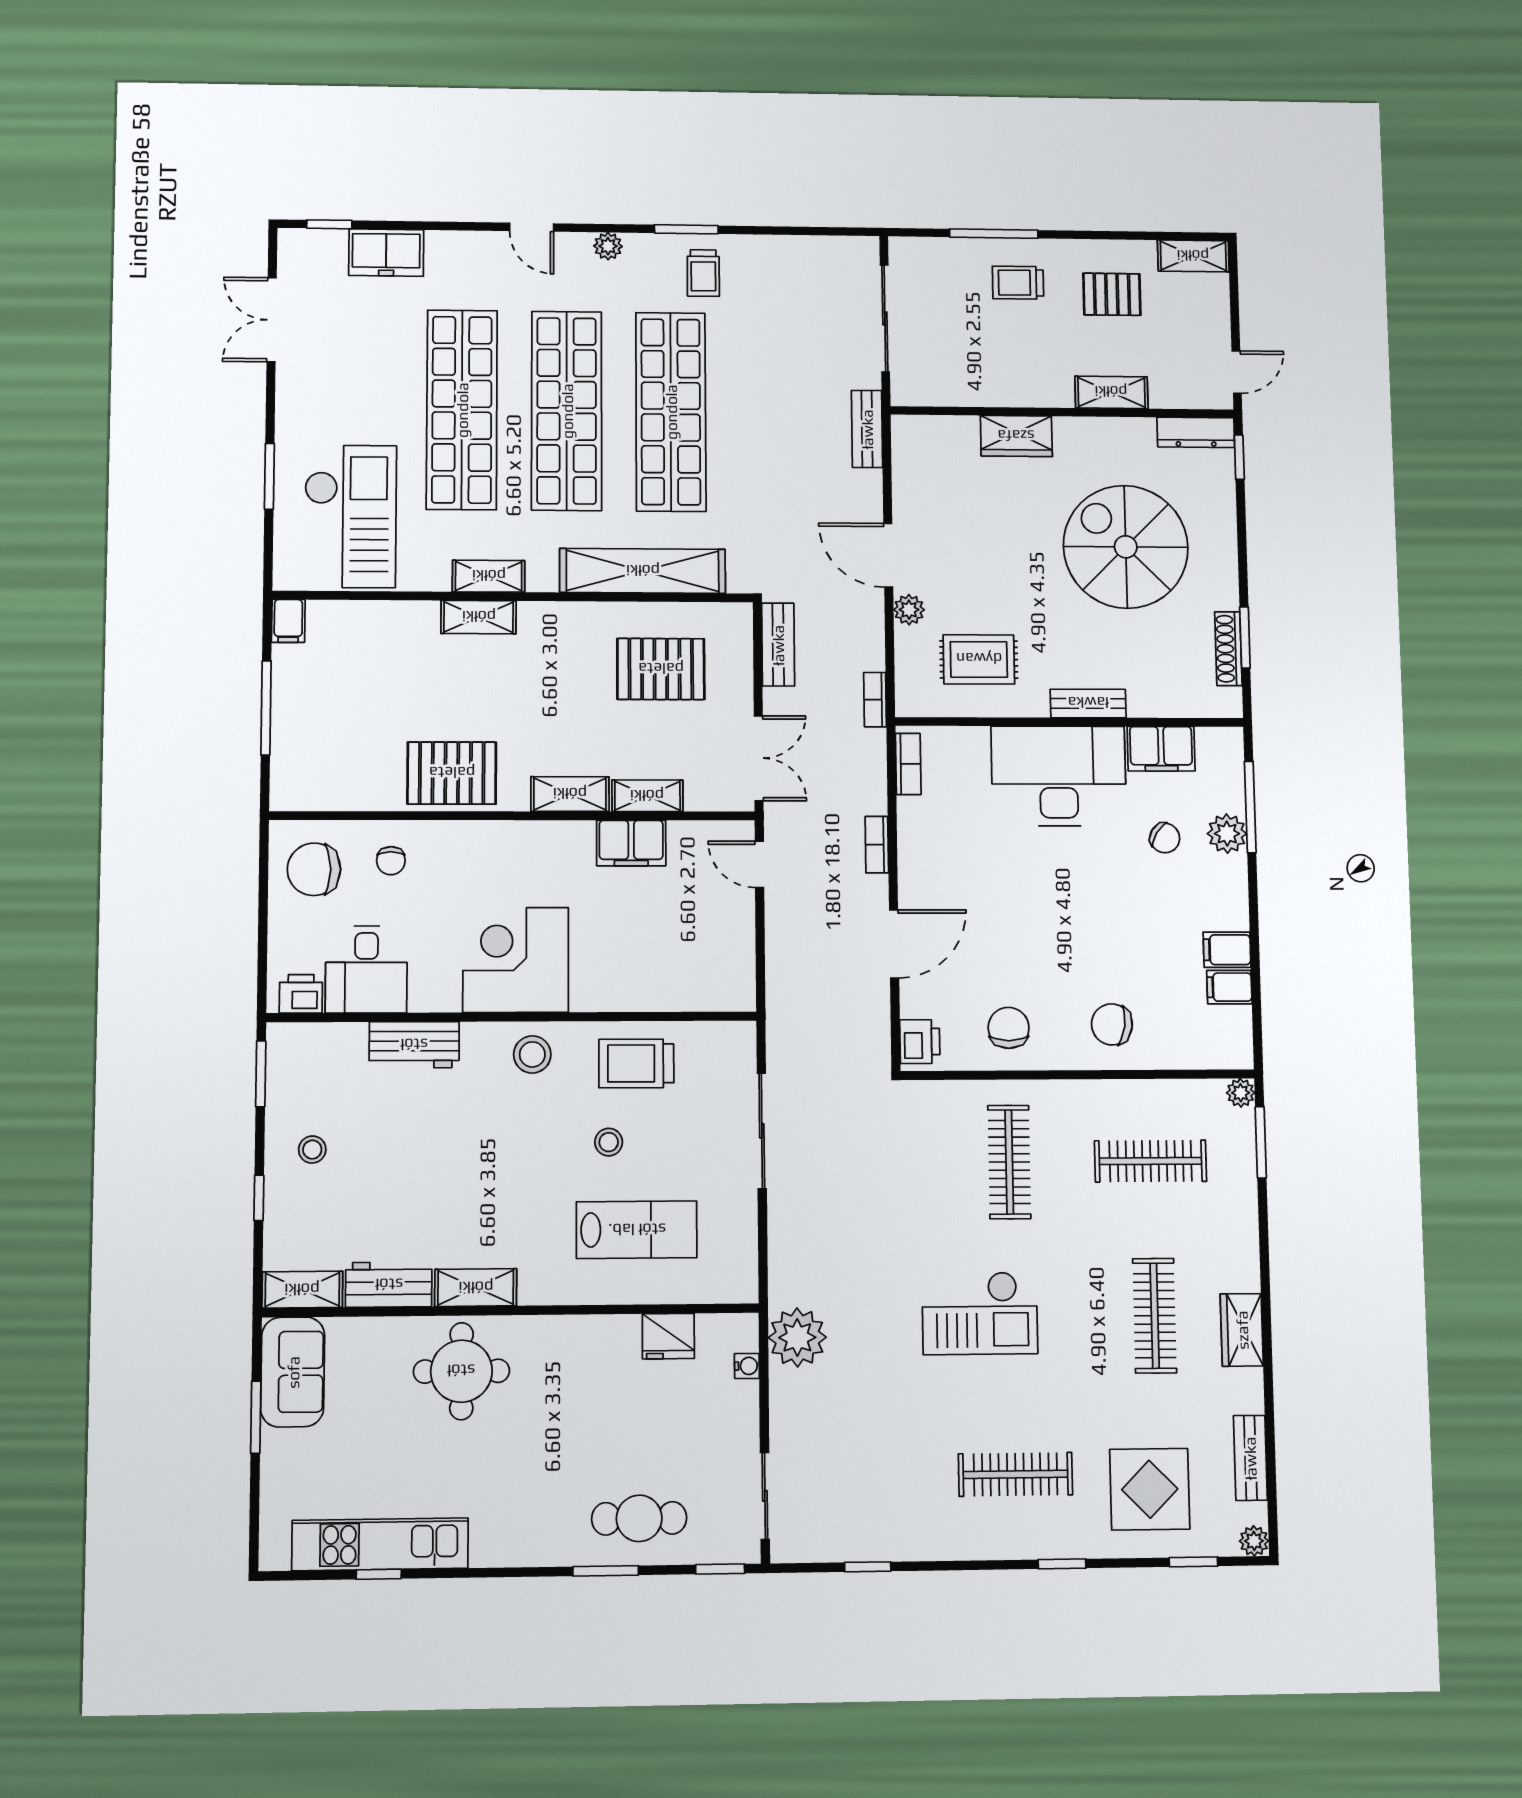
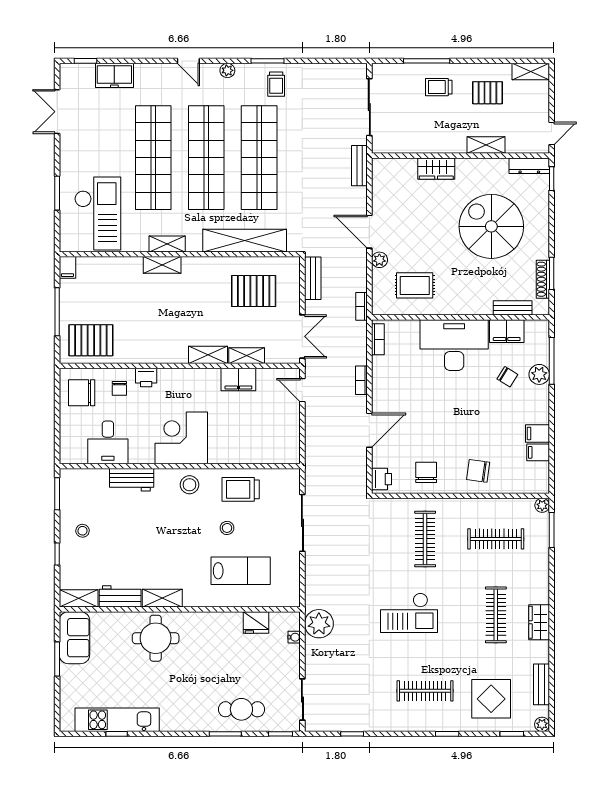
bench: (1088, 703) -> (513, 308), moved
pallet: (452, 773) -> (91, 340), moved
printer: (301, 994) -> (146, 377), moved, turned 180

